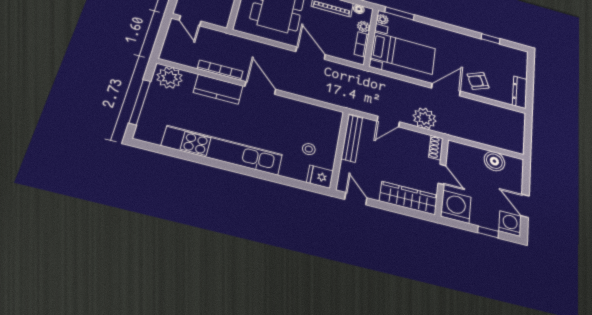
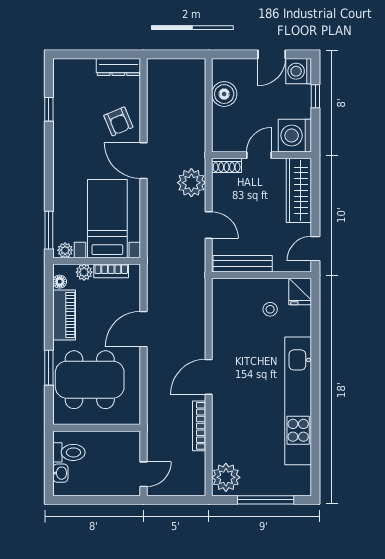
kitchen counter: (218, 89) -> (224, 422), removed

